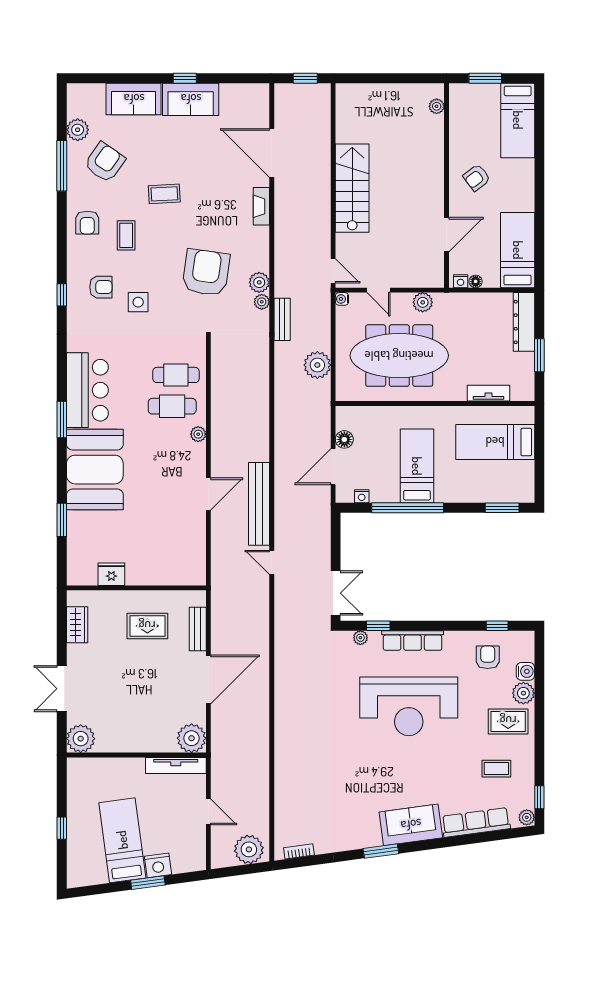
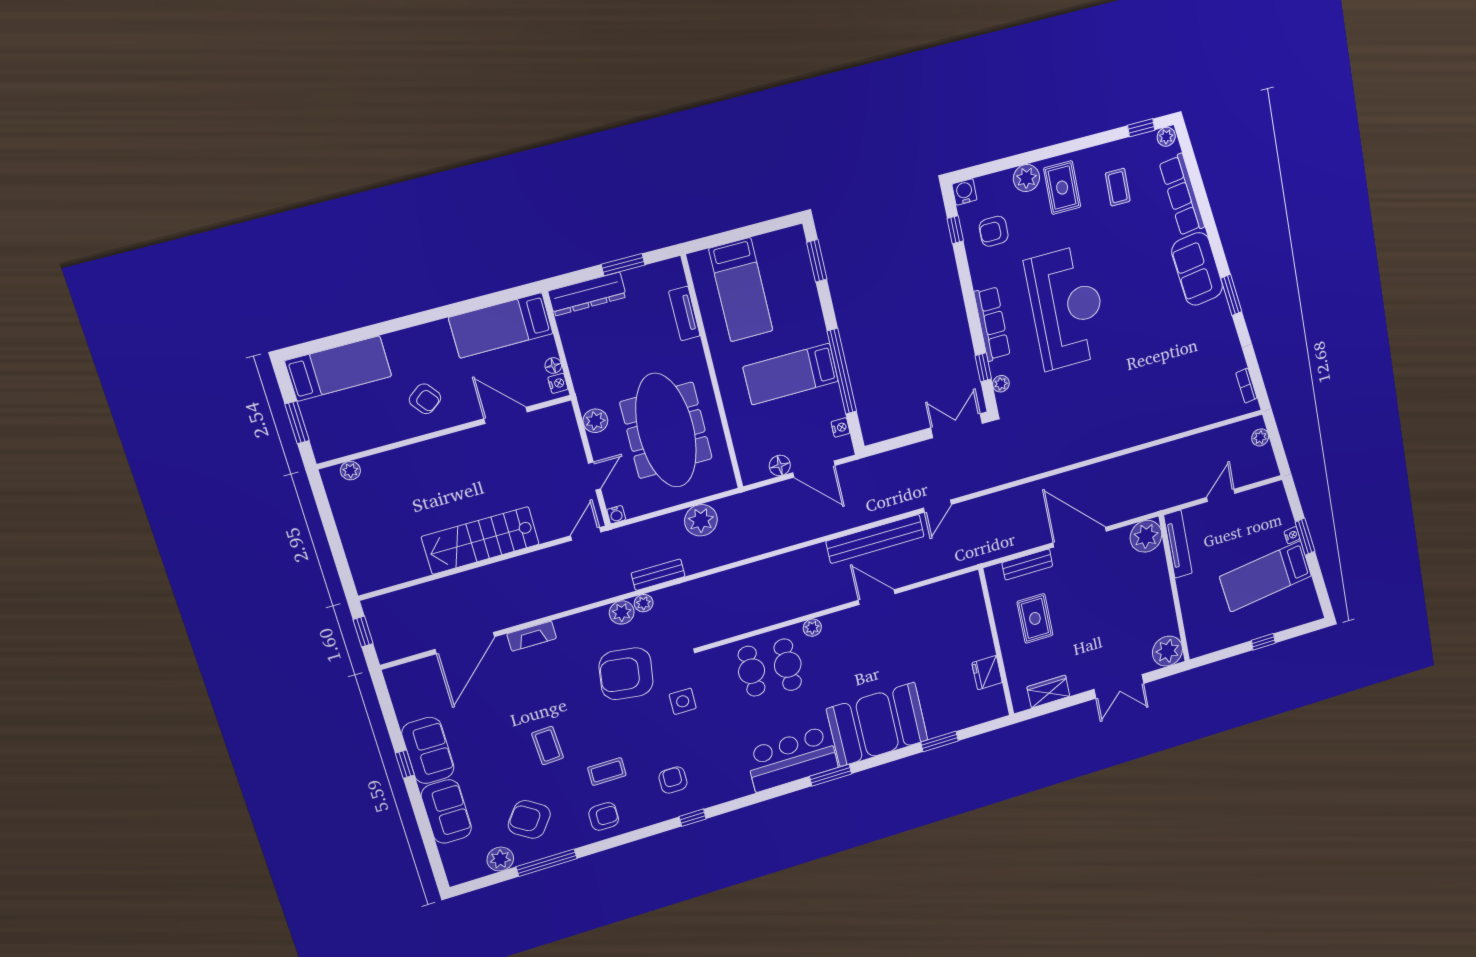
side table: (138, 302) -> (683, 701), moved
water cooler: (525, 671) -> (964, 192), moved
plant: (249, 849) -> (1260, 437), width x0.53, depth x0.53
nightstand: (158, 865) -> (1292, 535), width x0.53, depth x0.56

